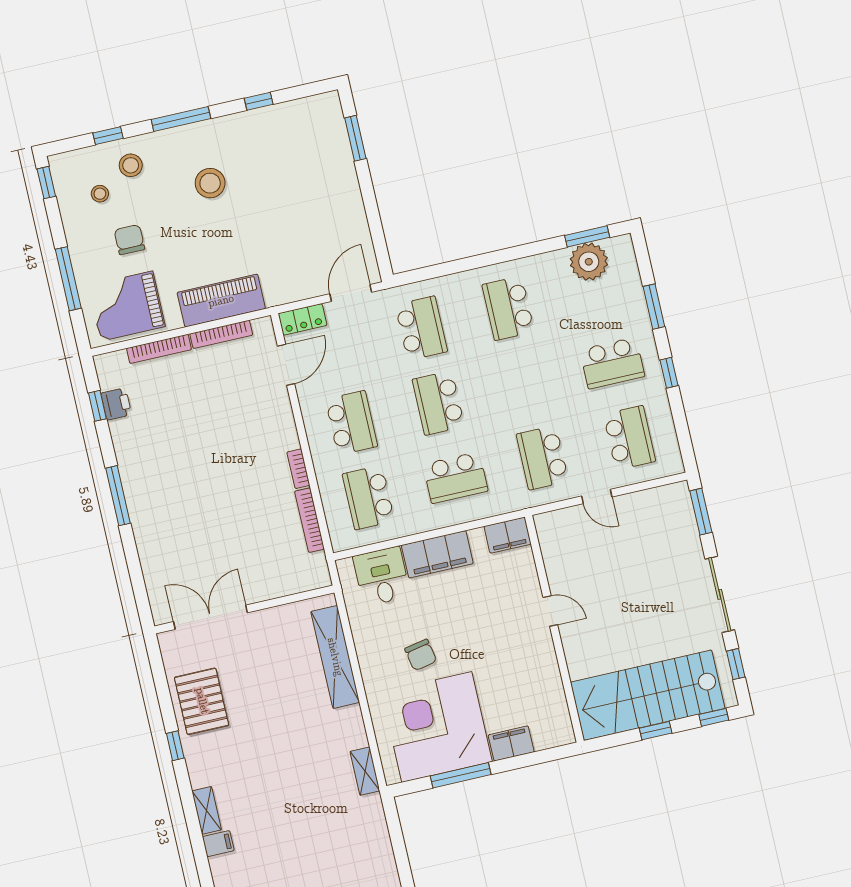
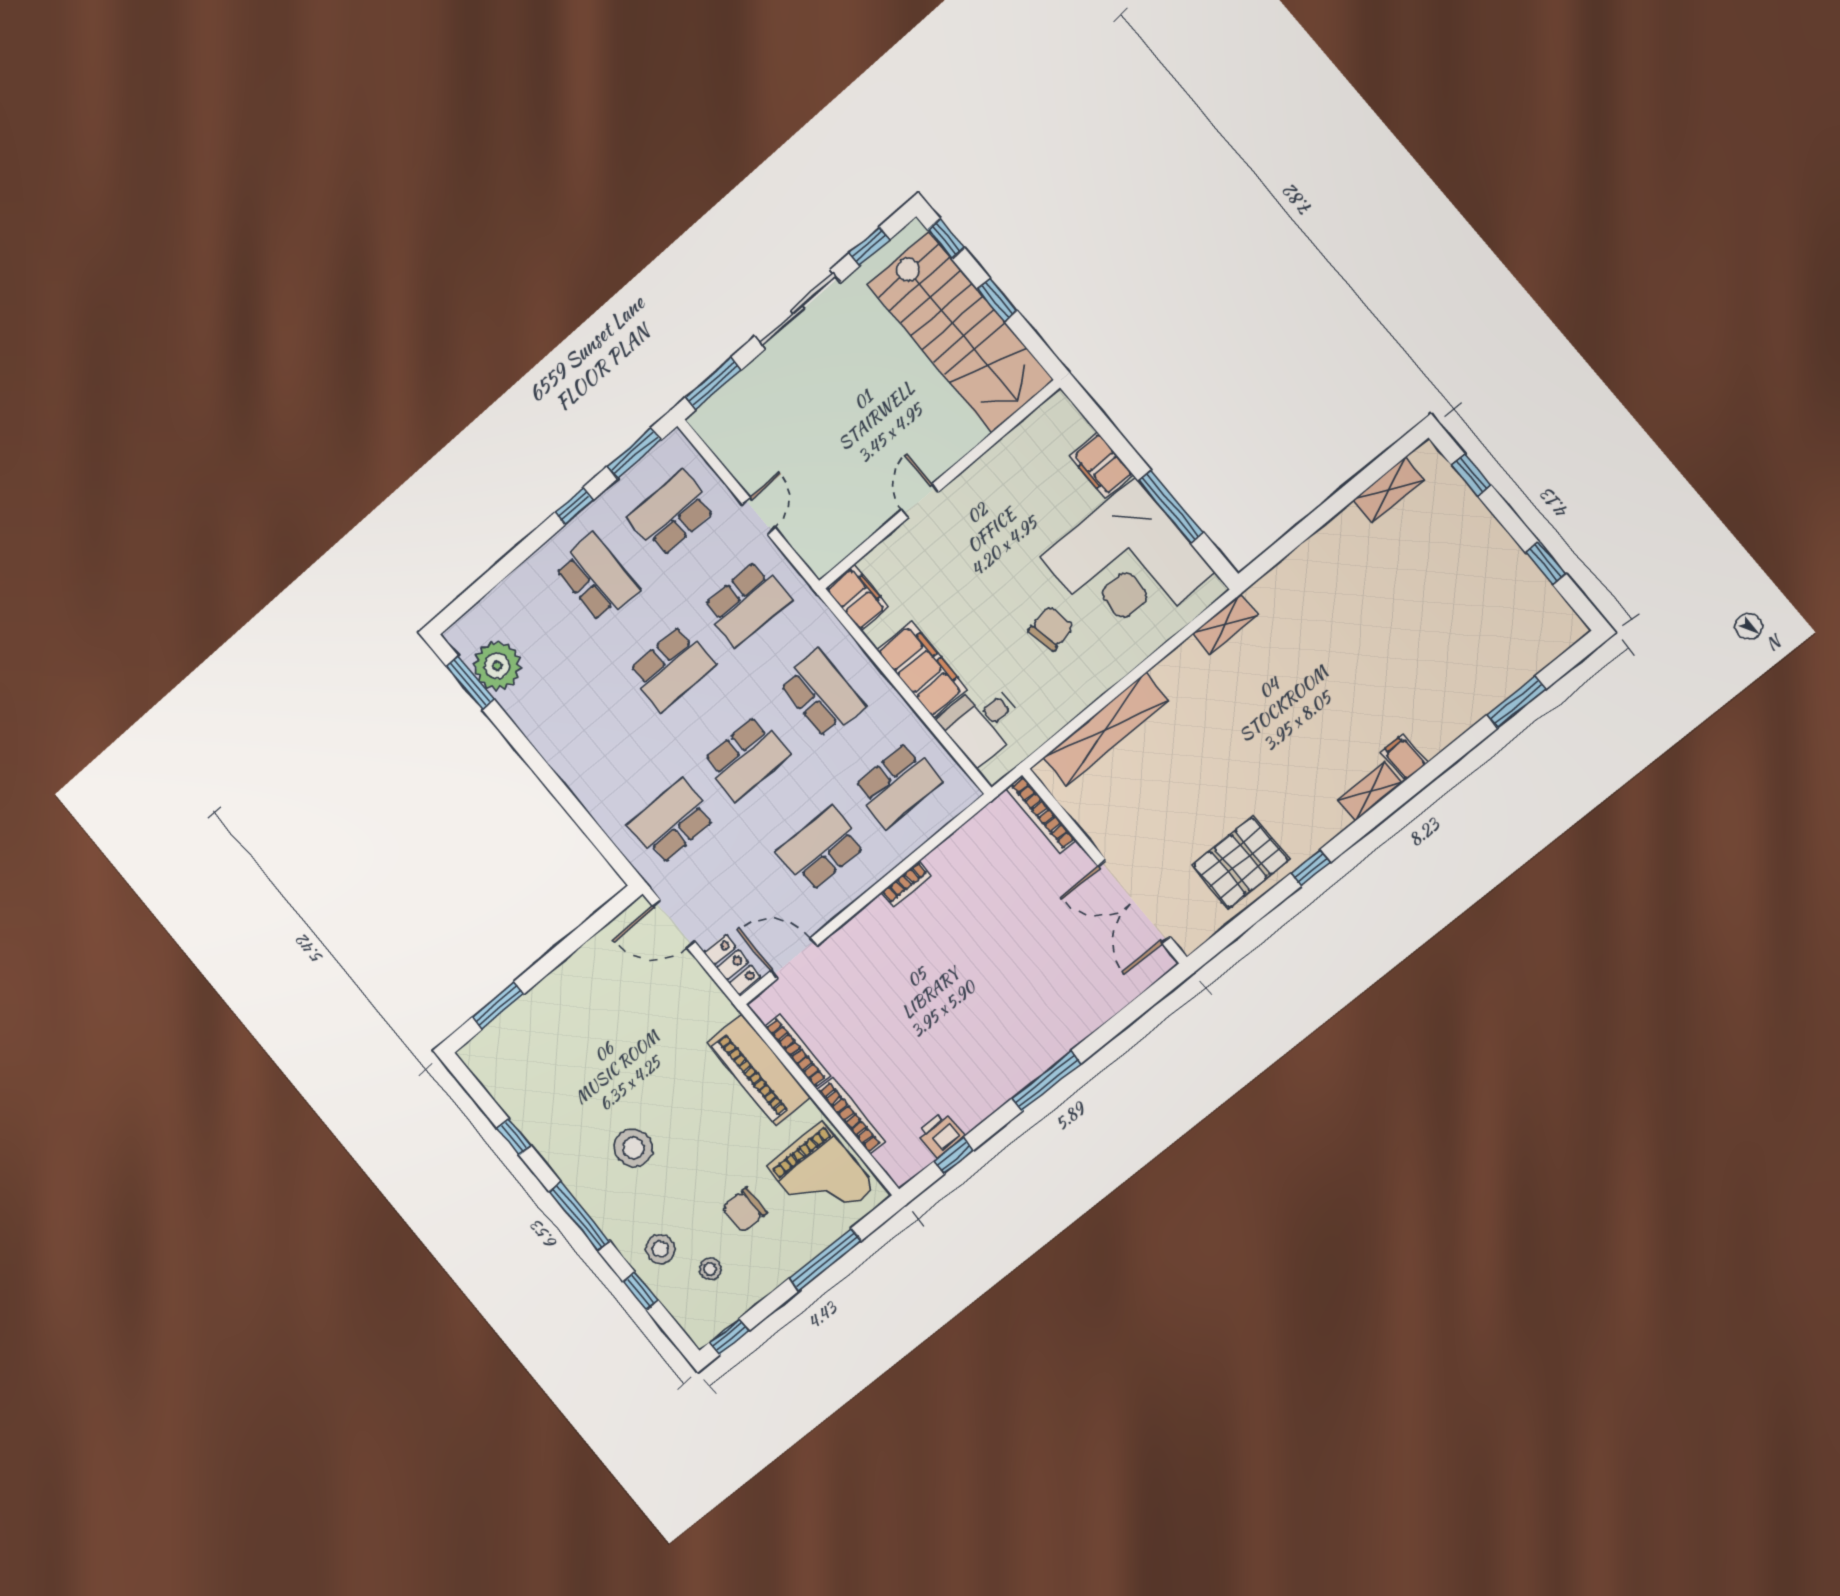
window: (654, 307) -> (634, 453), moved
school desk: (508, 308) -> (671, 668), moved
bookcase: (310, 520) -> (1041, 814), moved, turned 90

